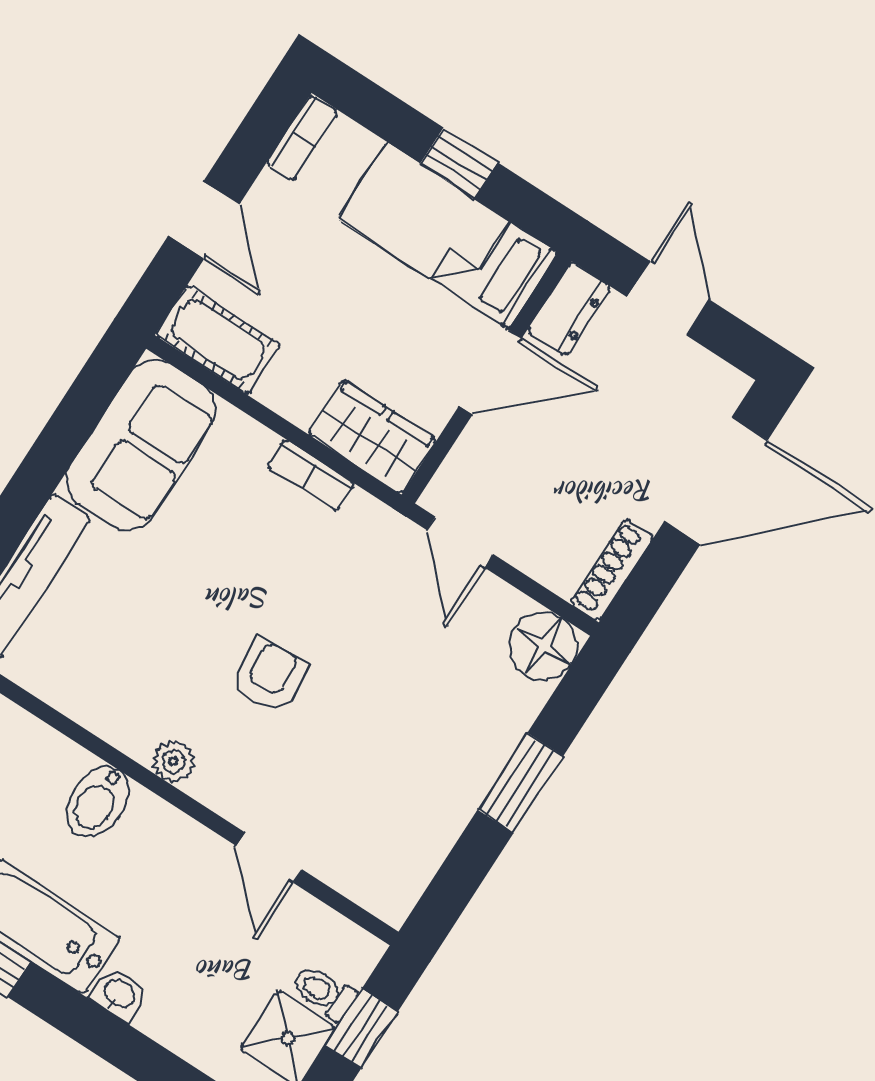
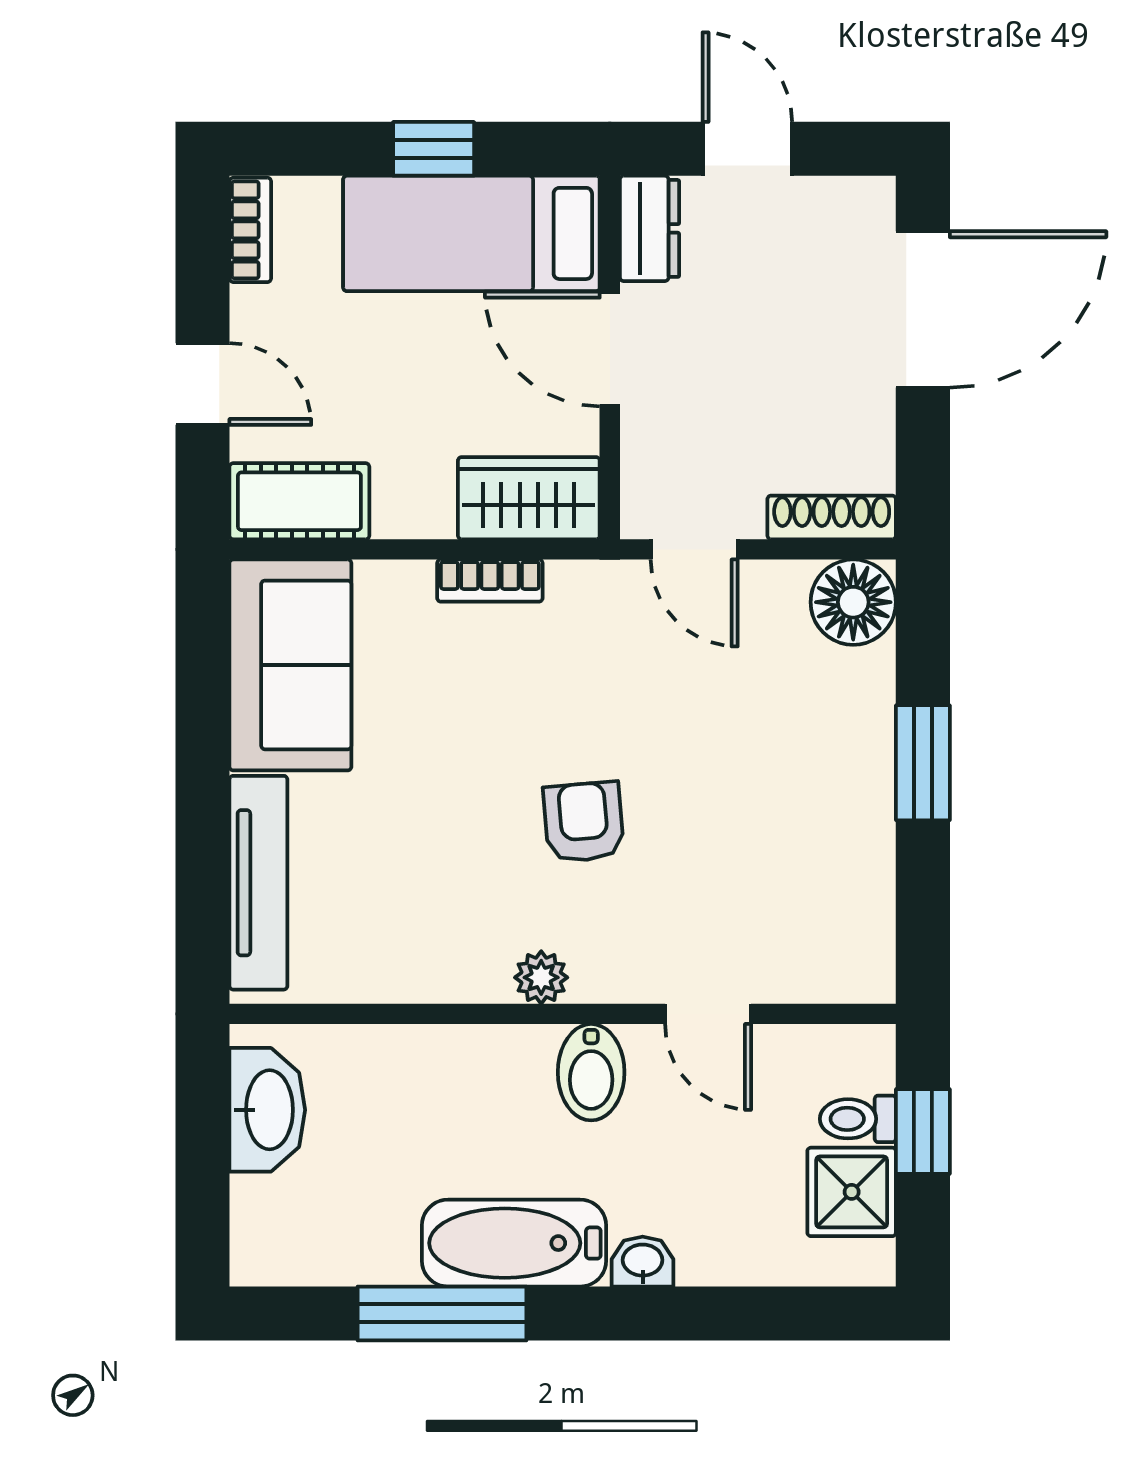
door: (490, 372) -> (610, 349), swing flipped
shoe rack: (612, 570) -> (832, 517), moved, turned 90
bidet: (98, 802) -> (591, 1072), moved

